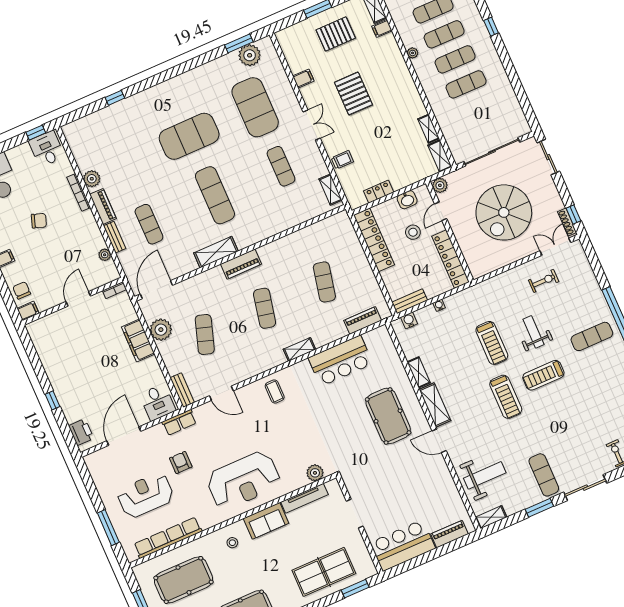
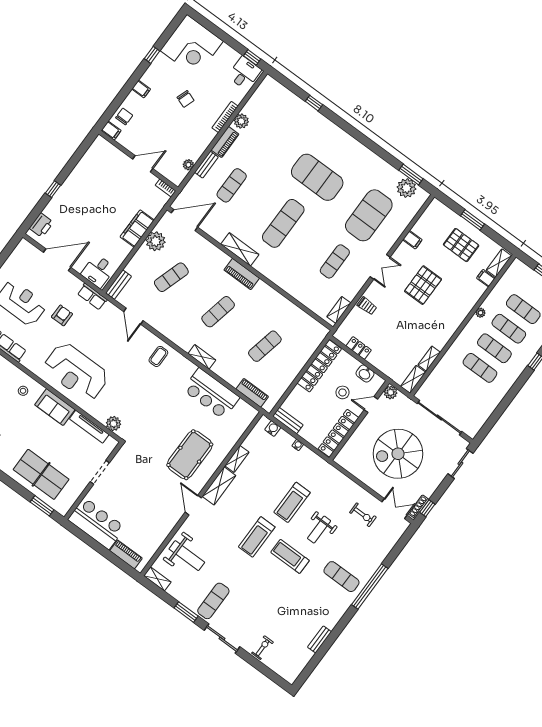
weight bench: (533, 332) -> (319, 530), turned 180

